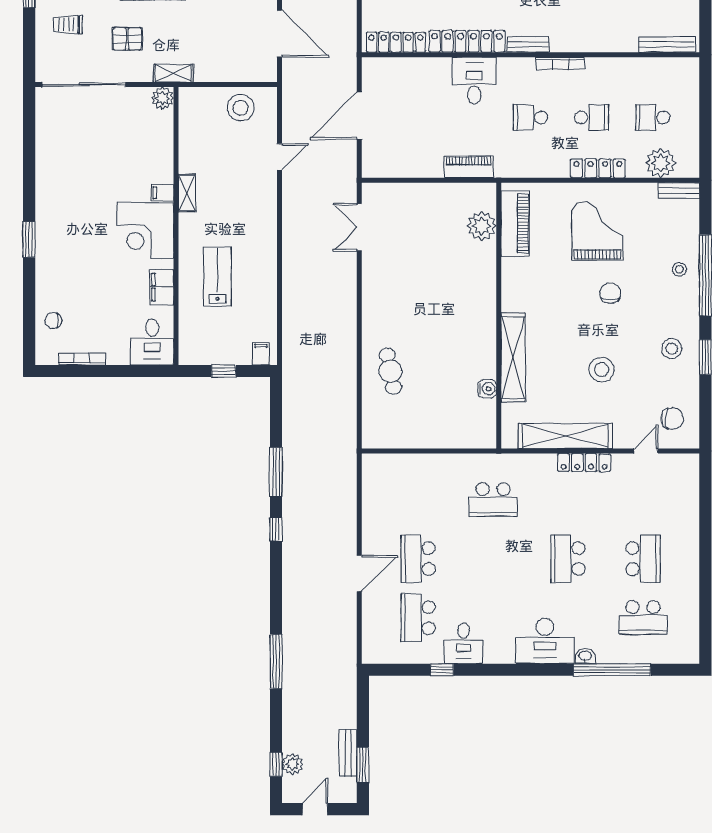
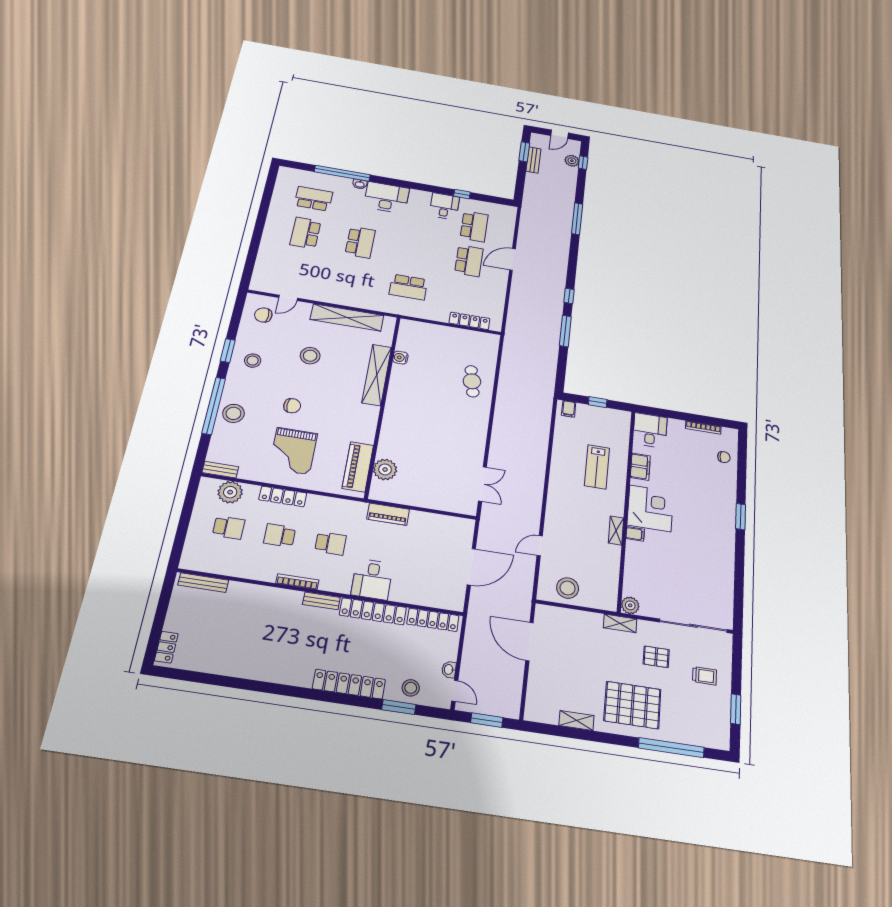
stool: (679, 269) -> (233, 413), width x1.89, depth x1.89
chair: (610, 293) -> (292, 406), turned -90
locker: (584, 463) -> (470, 321), moved
school desk: (493, 500) -> (408, 287), turned 180

